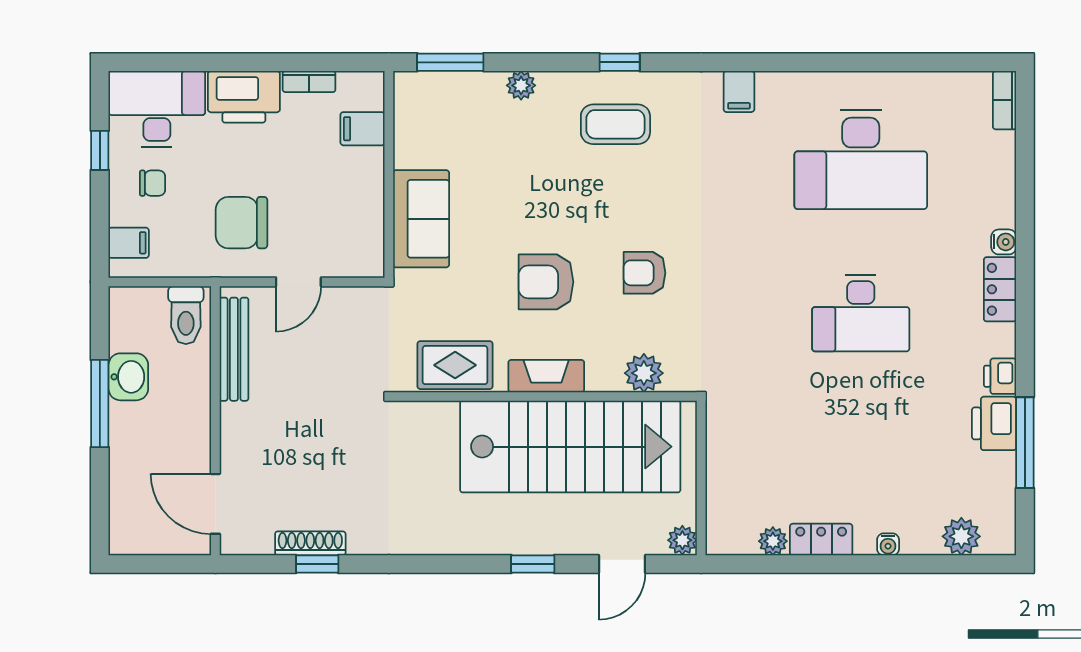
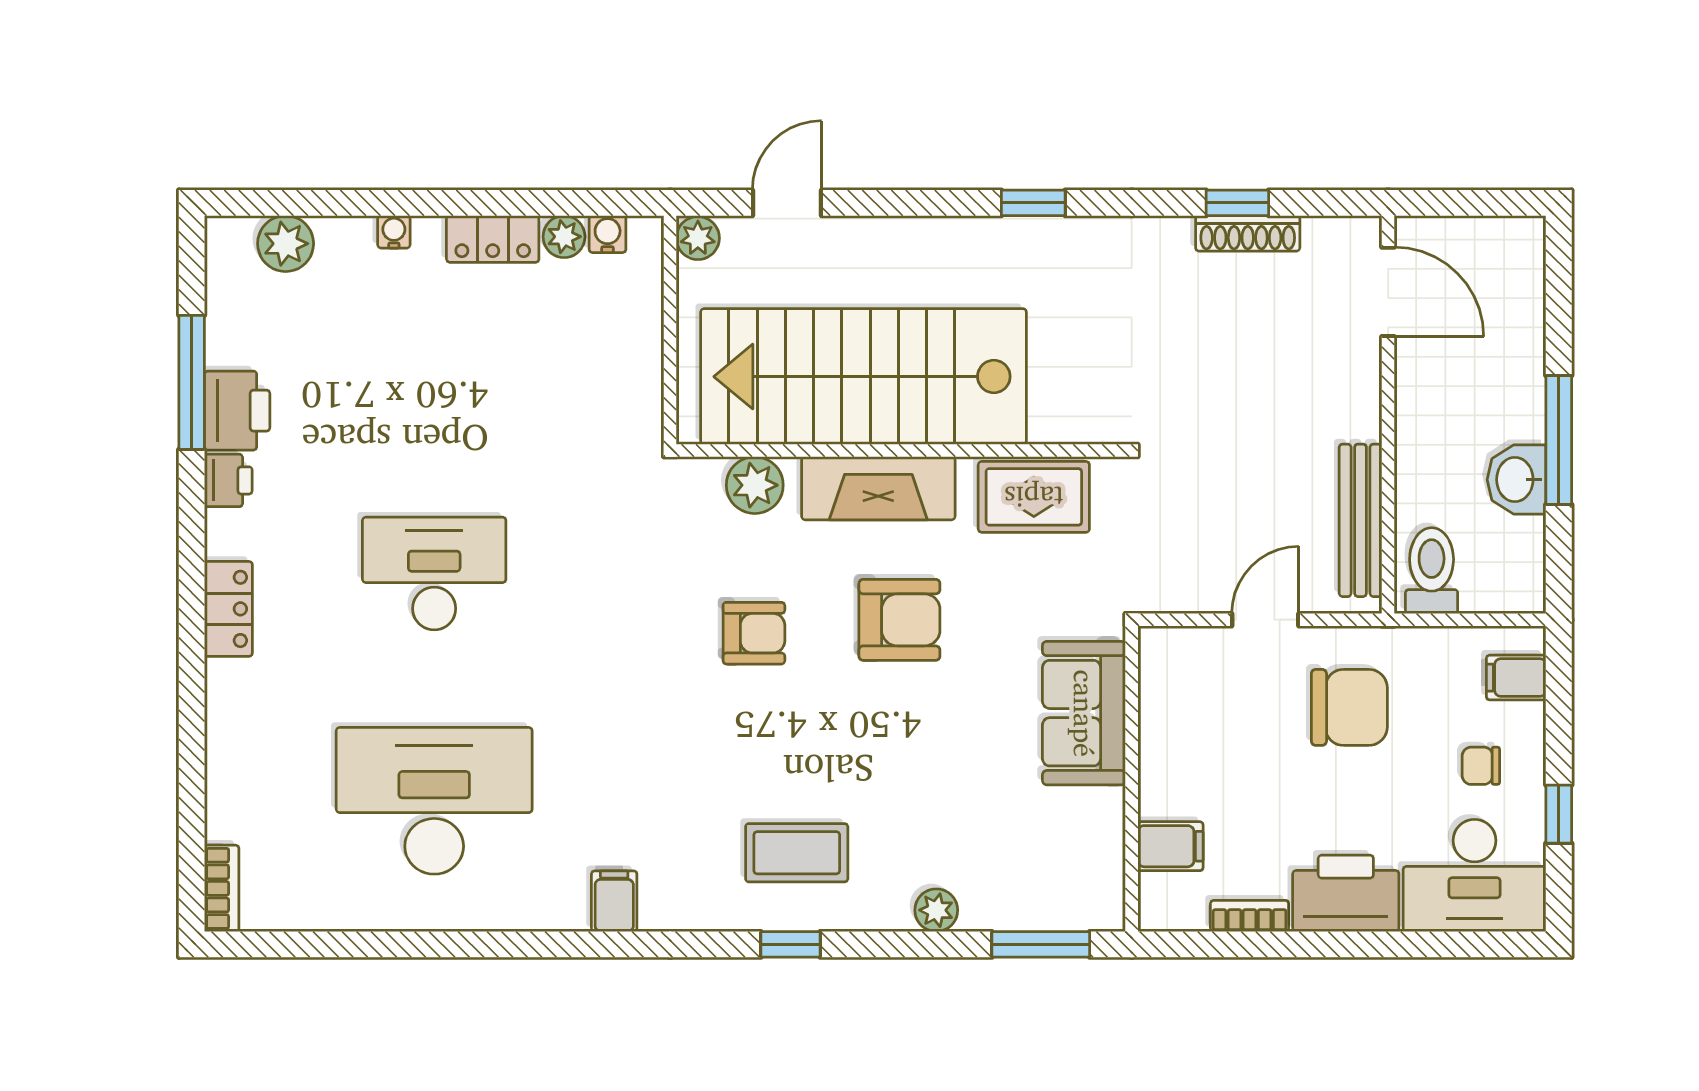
water cooler: (1004, 242) -> (608, 234), moved, turned 90
fireplace: (546, 376) -> (878, 488), width x1.37, depth x1.32
window: (533, 564) -> (1033, 203), moved

